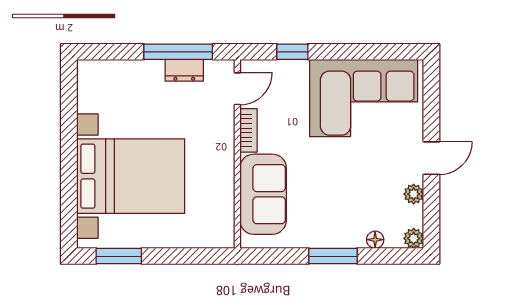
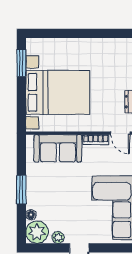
bed with nightstands: (131, 176) -> (58, 92), moved, turned -90
plant: (414, 238) -> (37, 232), width x1.87, depth x1.87

